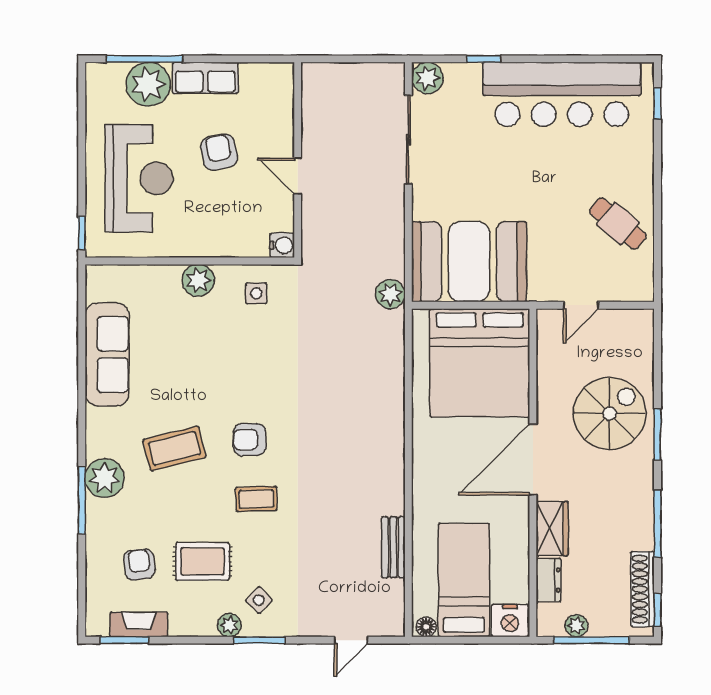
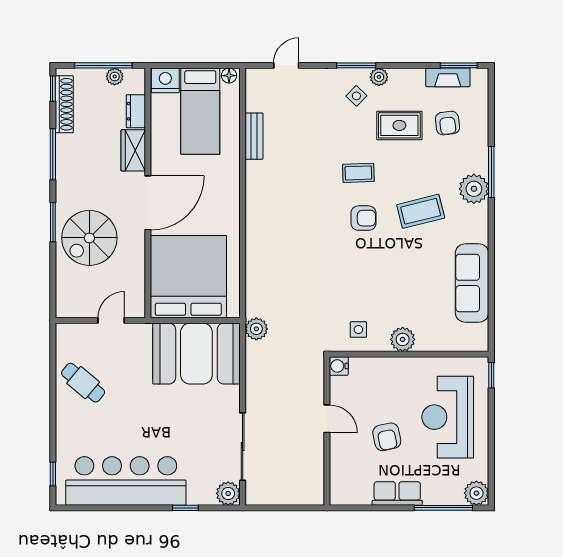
plant: (148, 84) -> (476, 493), moved, width x0.73, depth x0.73

